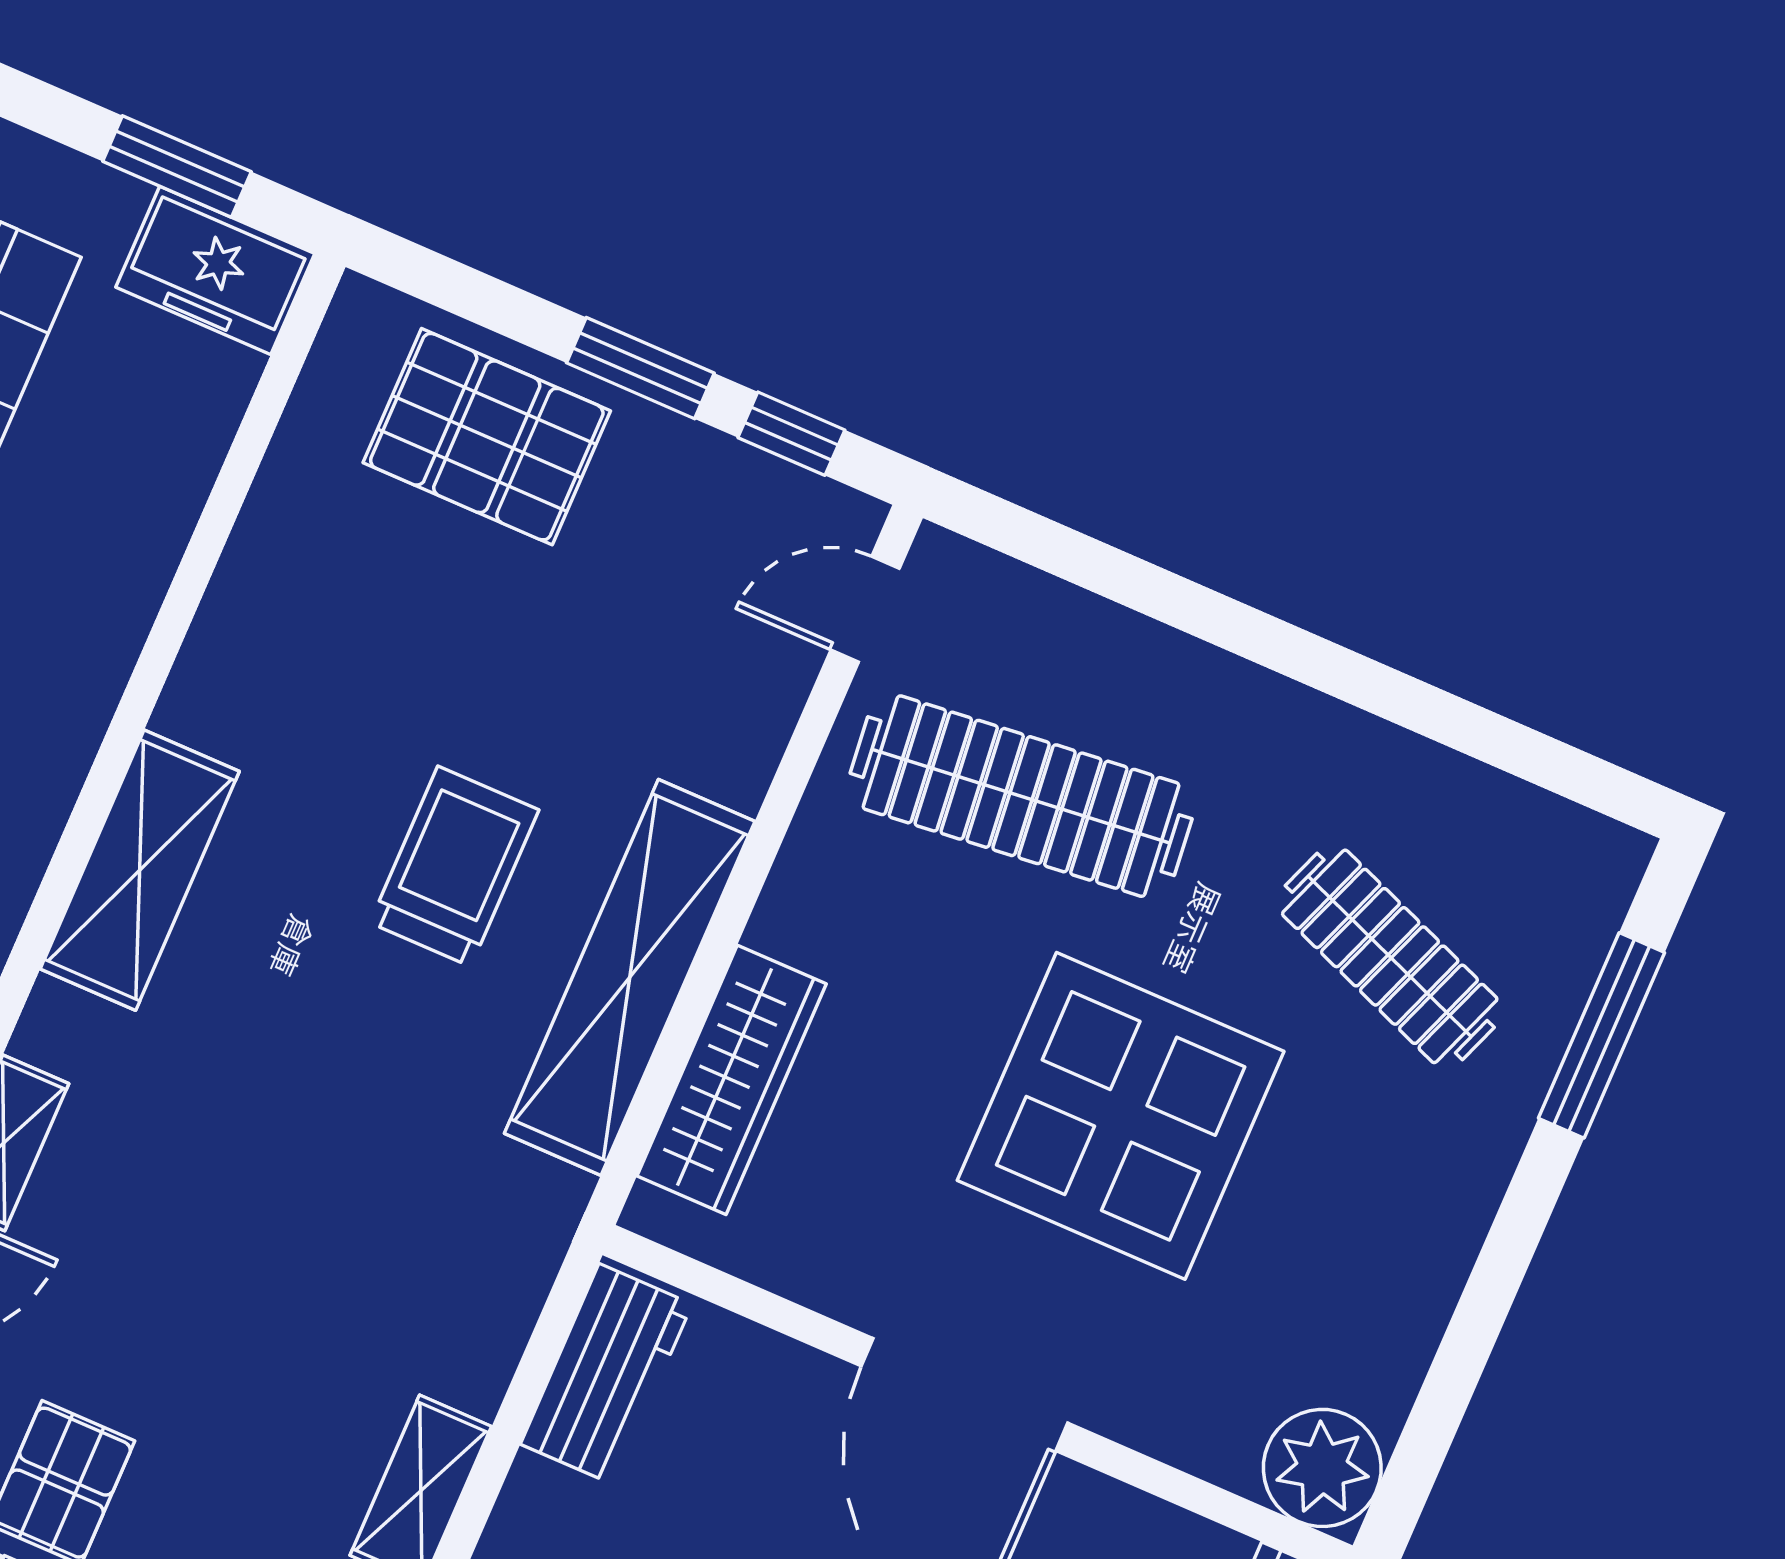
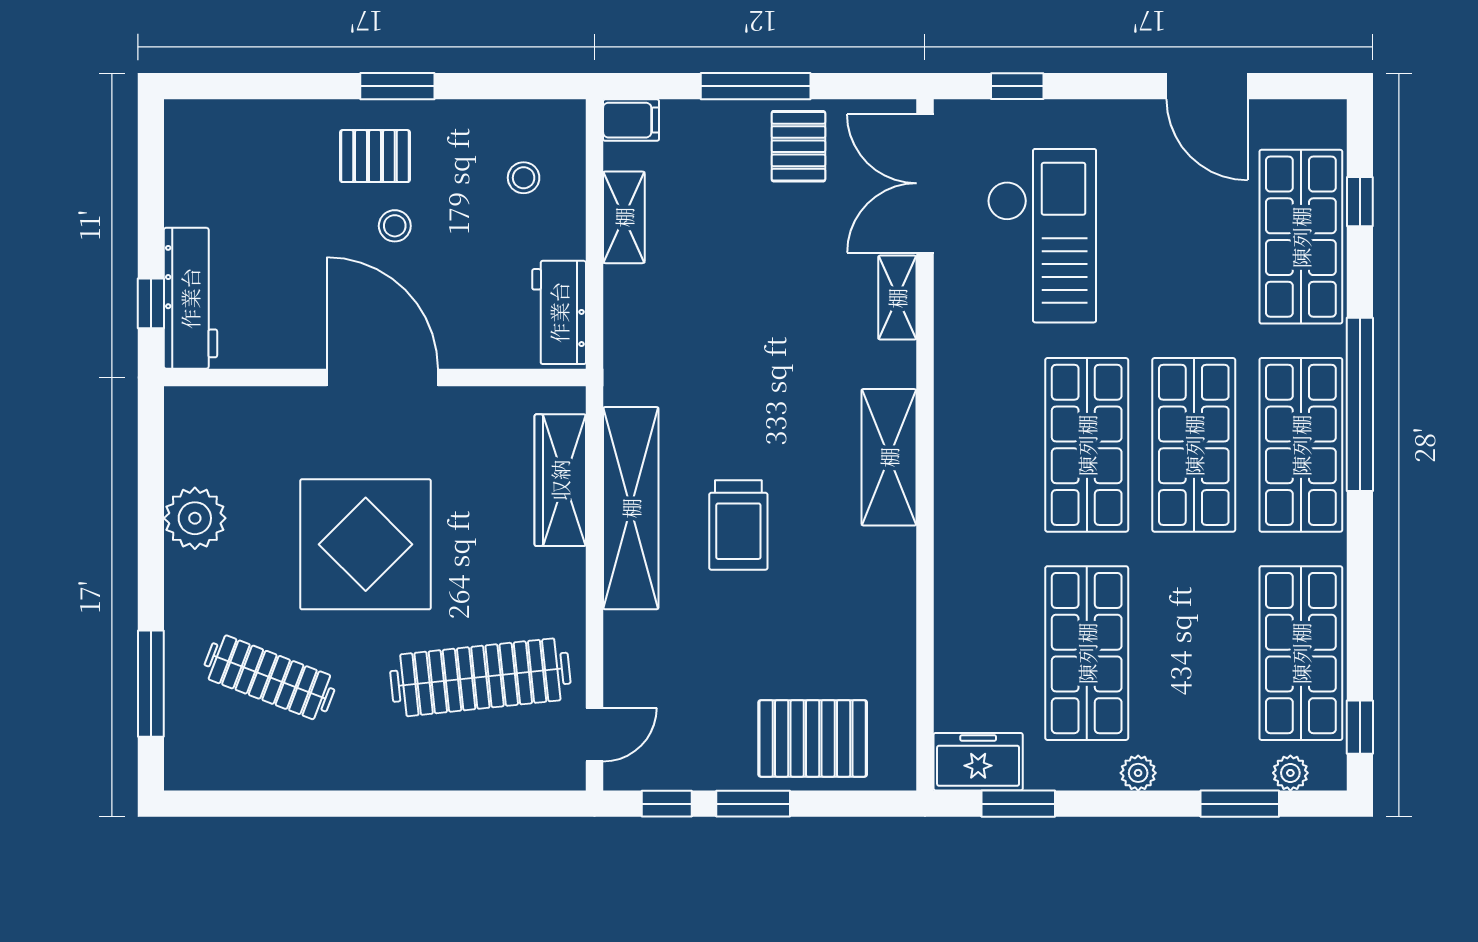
plant: (1322, 1468) -> (195, 518), moved

